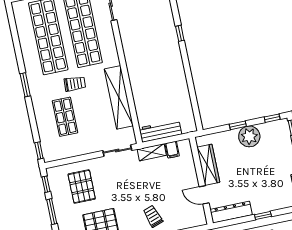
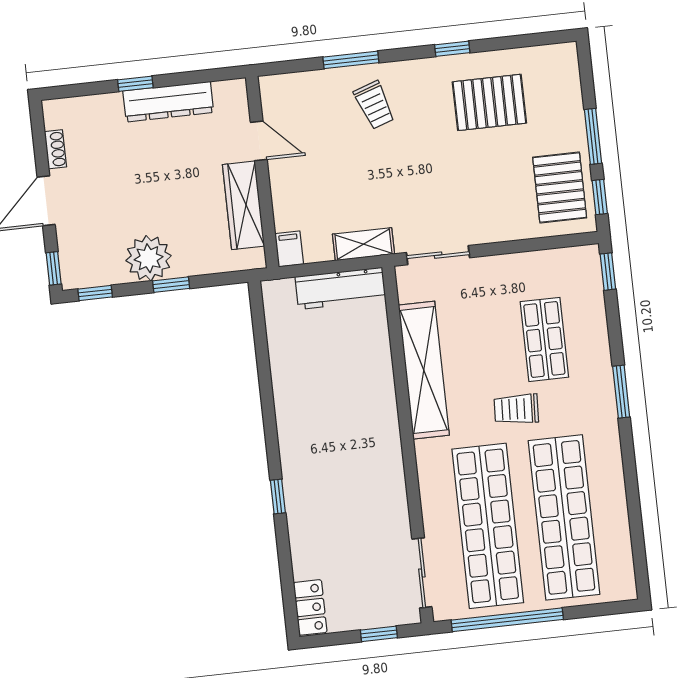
window: (25, 85) -> (621, 392), moved
filing cabinet: (172, 150) -> (289, 249), moved
pallet: (82, 187) -> (560, 187), moved
dresser: (231, 212) -> (168, 102), moved

